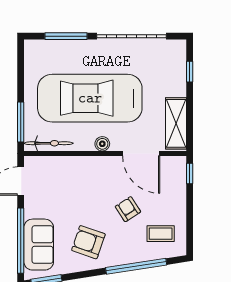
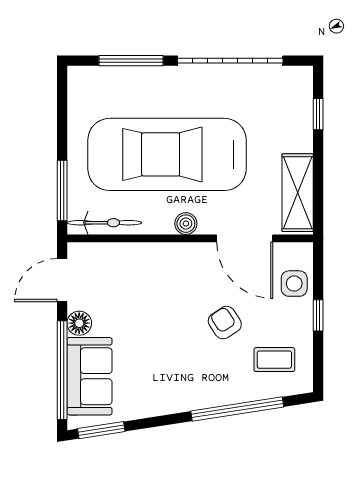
window: (190, 174) -> (318, 315), moved
side table: (174, 183) -> (294, 284), added
floor lamp: (32, 210) -> (79, 323), added
armchair: (88, 242) -> (165, 373), removed

